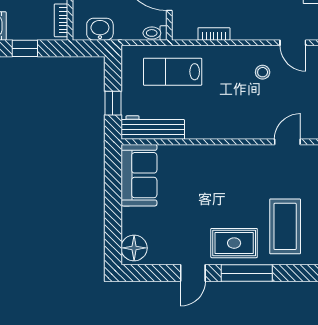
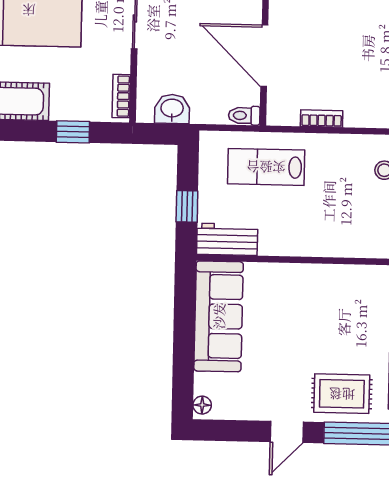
workbench: (153, 128) -> (227, 239), width x0.73
sofa: (139, 175) -> (219, 316), width x1.36
floor lamp: (134, 248) -> (202, 405), width x0.53, depth x0.53

